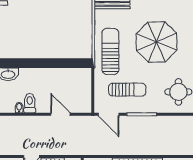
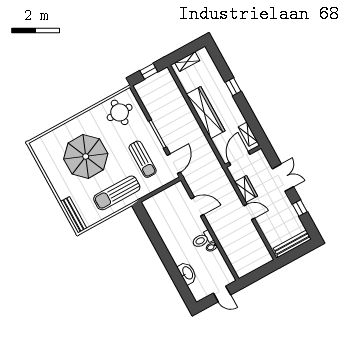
sun lounger: (127, 90) -> (143, 159), turned 180
door: (60, 114) -> (197, 207), swing flipped

